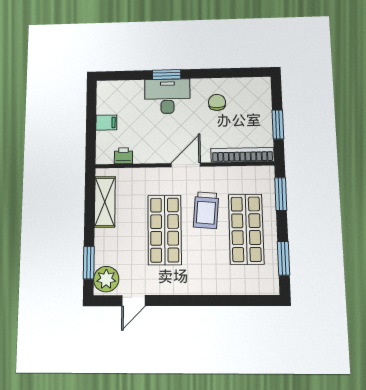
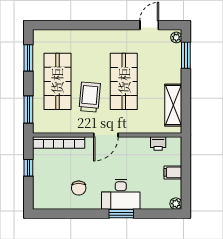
plant: (103, 87) -> (176, 204), added
window: (278, 125) -> (28, 168), width x0.67
plant: (106, 279) -> (176, 37), width x0.53, depth x0.53

